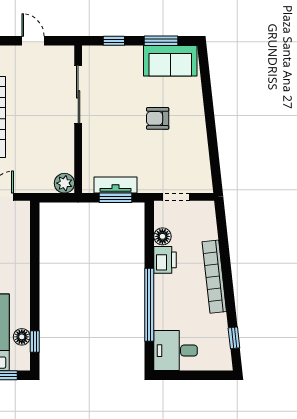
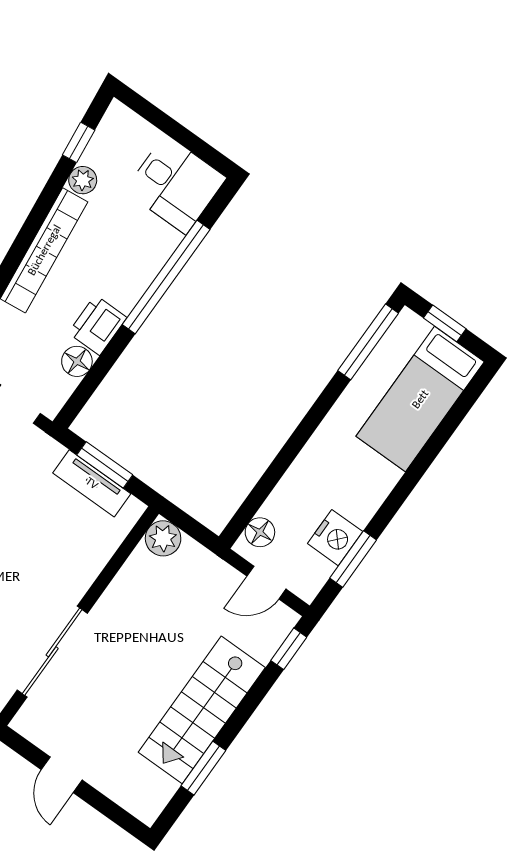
plant: (220, 322) -> (83, 180), added
floor lamp: (22, 337) -> (260, 532), moved
window: (35, 341) -> (368, 342), width x2.17

